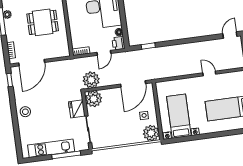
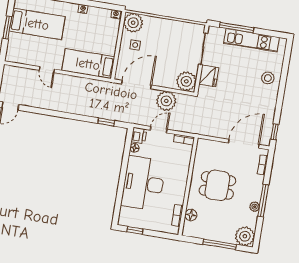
plant: (91, 80) -> (166, 101), moved
stool: (25, 112) -> (268, 78), moved
bed: (179, 116) -> (88, 64), moved, turned 90

